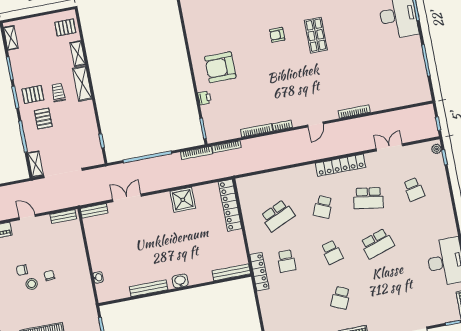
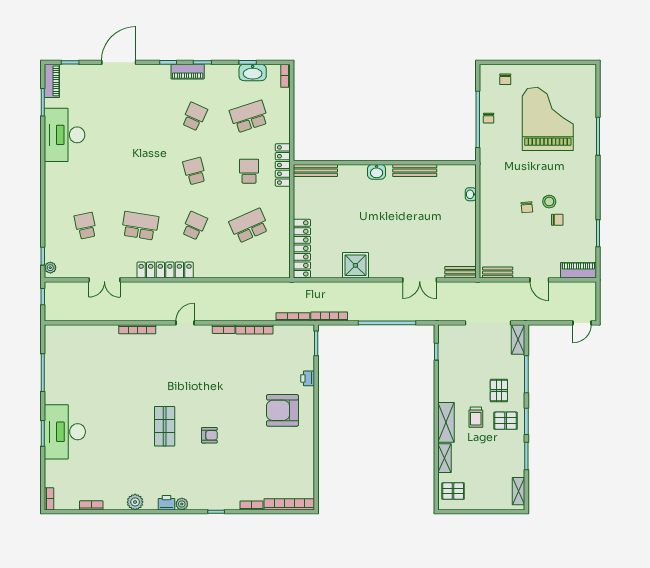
armchair: (220, 67) -> (282, 410), turned 180
school desk: (377, 244) -> (249, 117), moved

